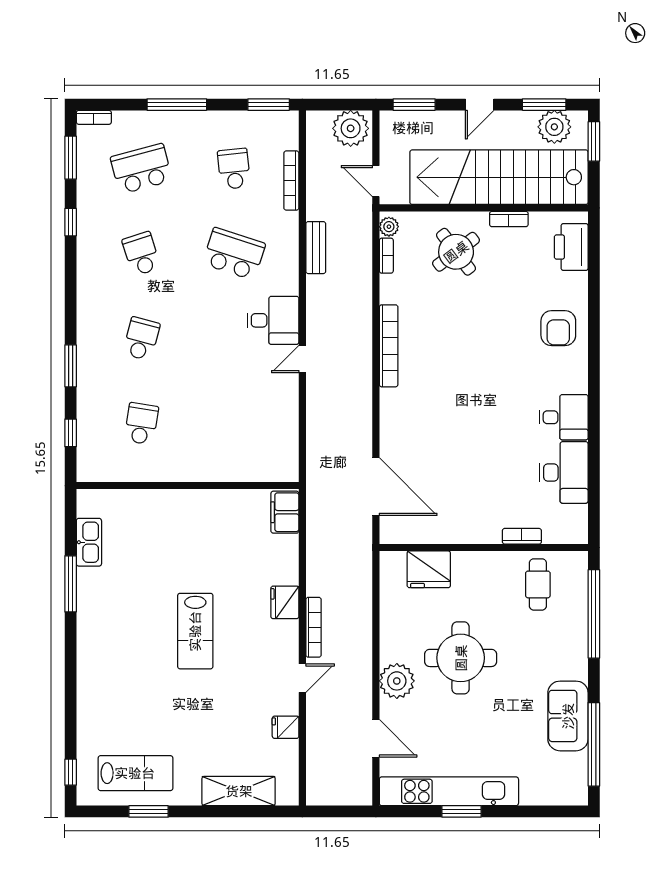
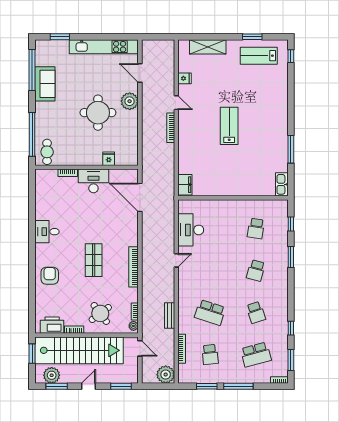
window: (269, 105) -> (207, 386), moved
plant: (351, 128) -> (166, 375), moved
window: (594, 141) -> (32, 354), moved
printer: (571, 247) -> (52, 325), moved, turned -90
desk: (273, 320) -> (191, 230), moved, width x1.37
shop shelf: (470, 360) -> (94, 260), added
desk: (564, 472) -> (93, 181), moved, turned 90
kitchen sink: (89, 542) -> (282, 184), moved
fridge: (429, 569) -> (109, 159), width x0.53, depth x0.75
cafe table: (538, 584) -> (47, 152), moved
fridge: (285, 602) -> (185, 140), removed
door: (302, 678) -> (176, 103), swing flipped
window: (461, 811) -> (60, 37), moved

